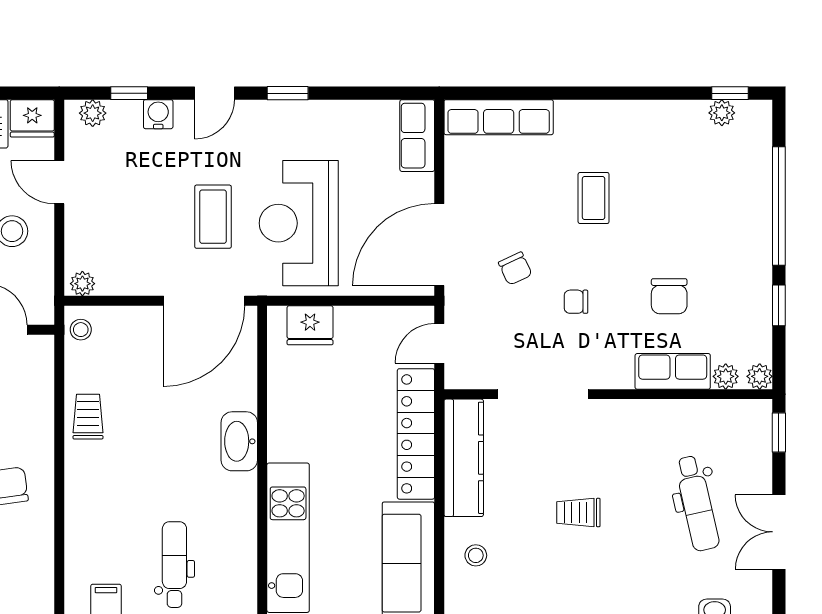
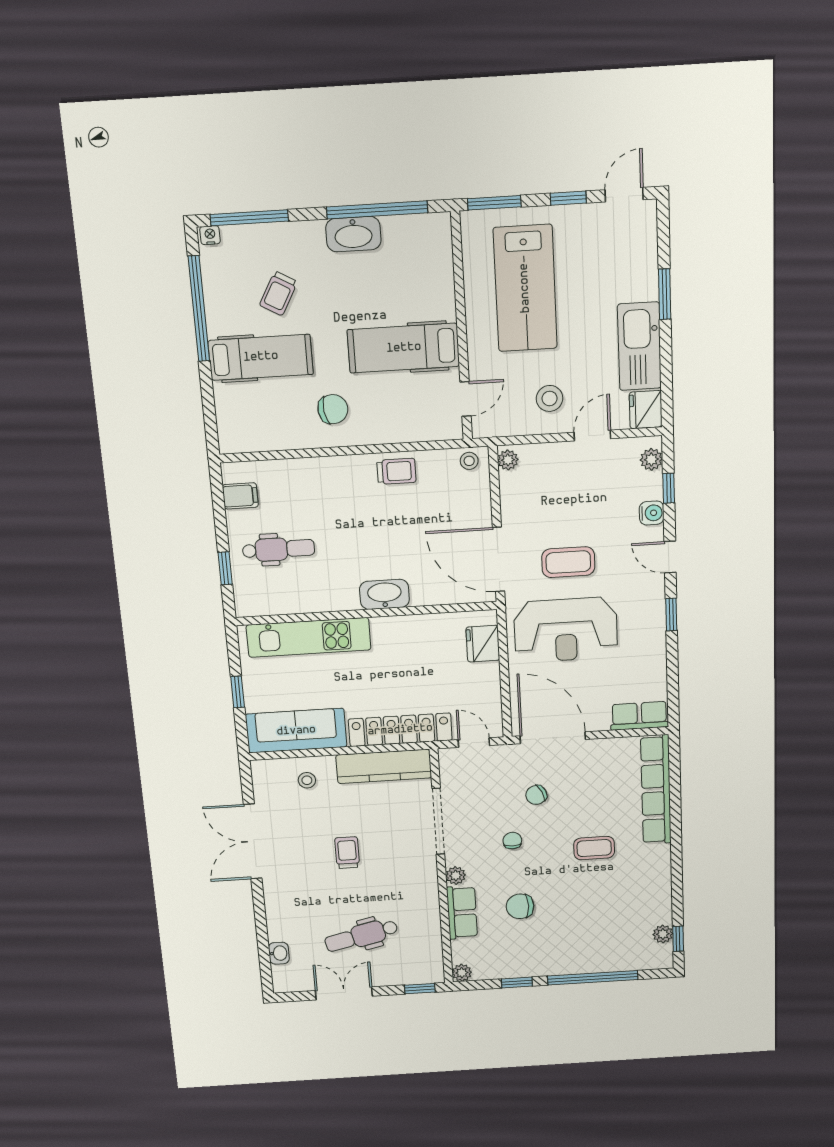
row of seats: (499, 117) -> (656, 790), width x1.36
reception desk: (299, 223) -> (566, 630), turned 180
plant: (726, 376) -> (456, 875), moved

